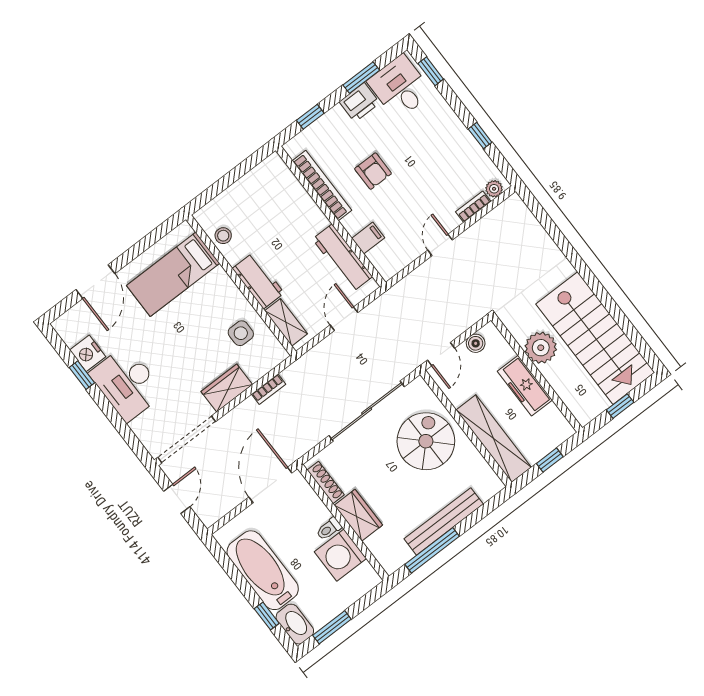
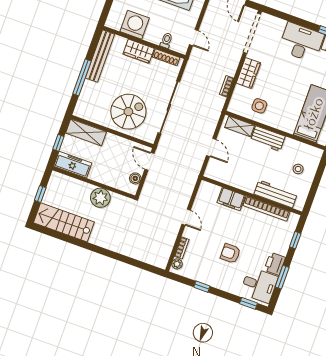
armchair: (373, 171) -> (230, 253), moved
stool: (223, 236) -> (298, 169), moved
filing cabinet: (368, 238) -> (231, 199), width x2.00
workbench: (343, 258) -> (276, 194), moved
stairs: (595, 338) -> (64, 222), width x0.73, depth x0.66
freezer: (525, 386) -> (73, 165), moved
shelving: (494, 439) -> (86, 132), width x0.68
spiral stairs: (426, 441) -> (128, 112), turned -90
door: (270, 485) -> (194, 38), width x0.53
bench: (444, 521) -> (100, 56), moved
toilet: (329, 529) -> (166, 41), moved
window: (432, 550) -> (82, 77), moved

